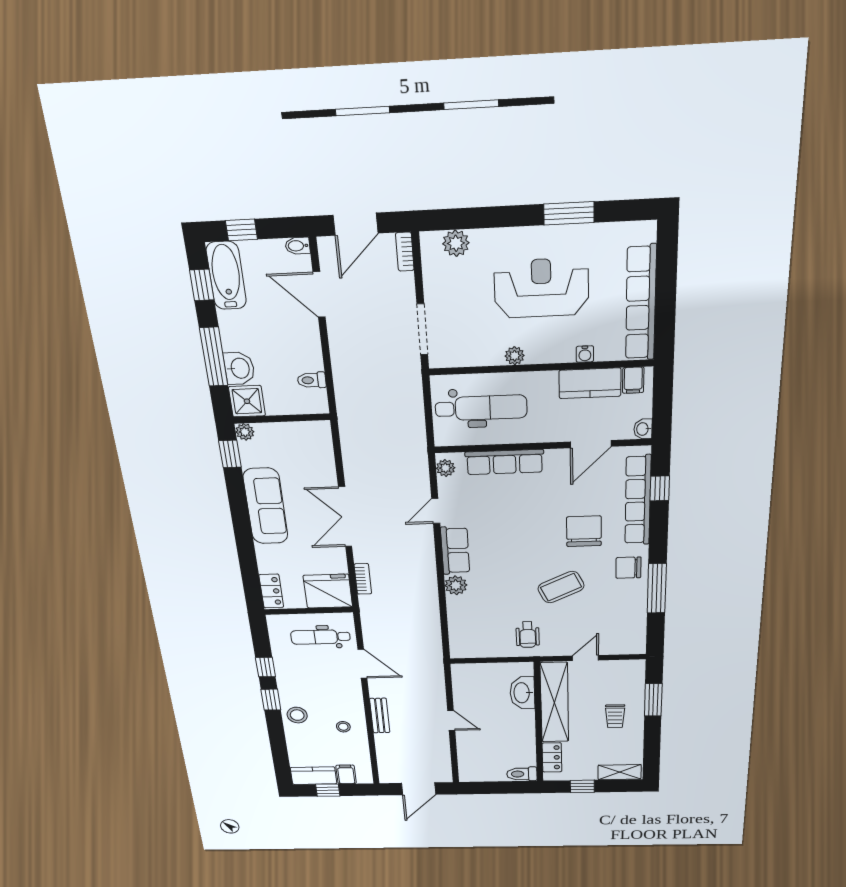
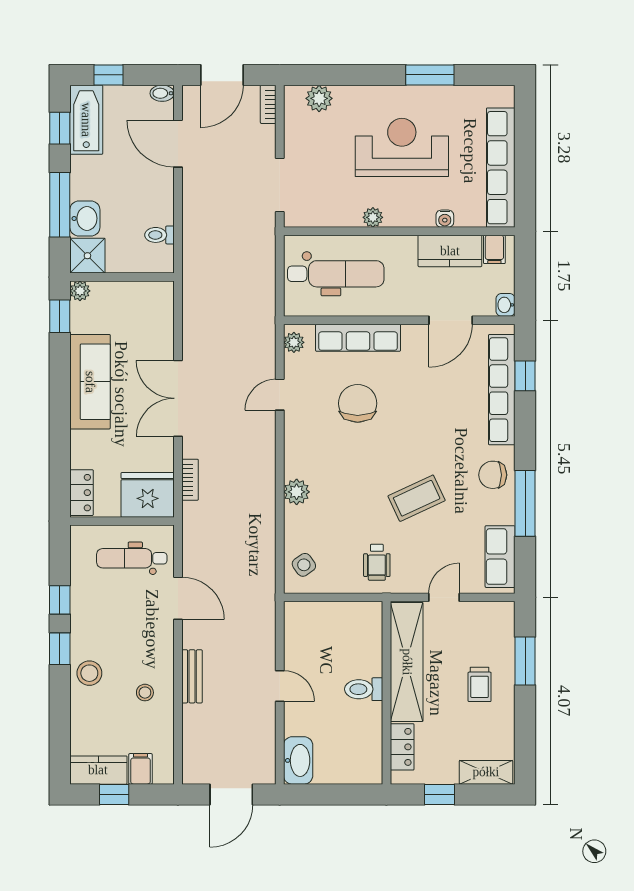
chair: (584, 531) -> (358, 403), moved
row of seats: (455, 550) -> (500, 557), moved, turned 180
side table: (466, 638) -> (304, 565), added
washbasin: (522, 693) -> (298, 760), moved, turned 180
toilet: (522, 774) -> (364, 689), moved

